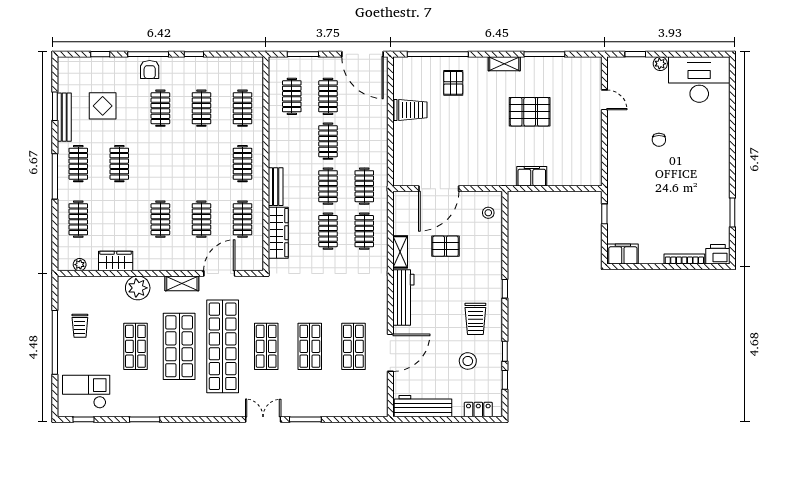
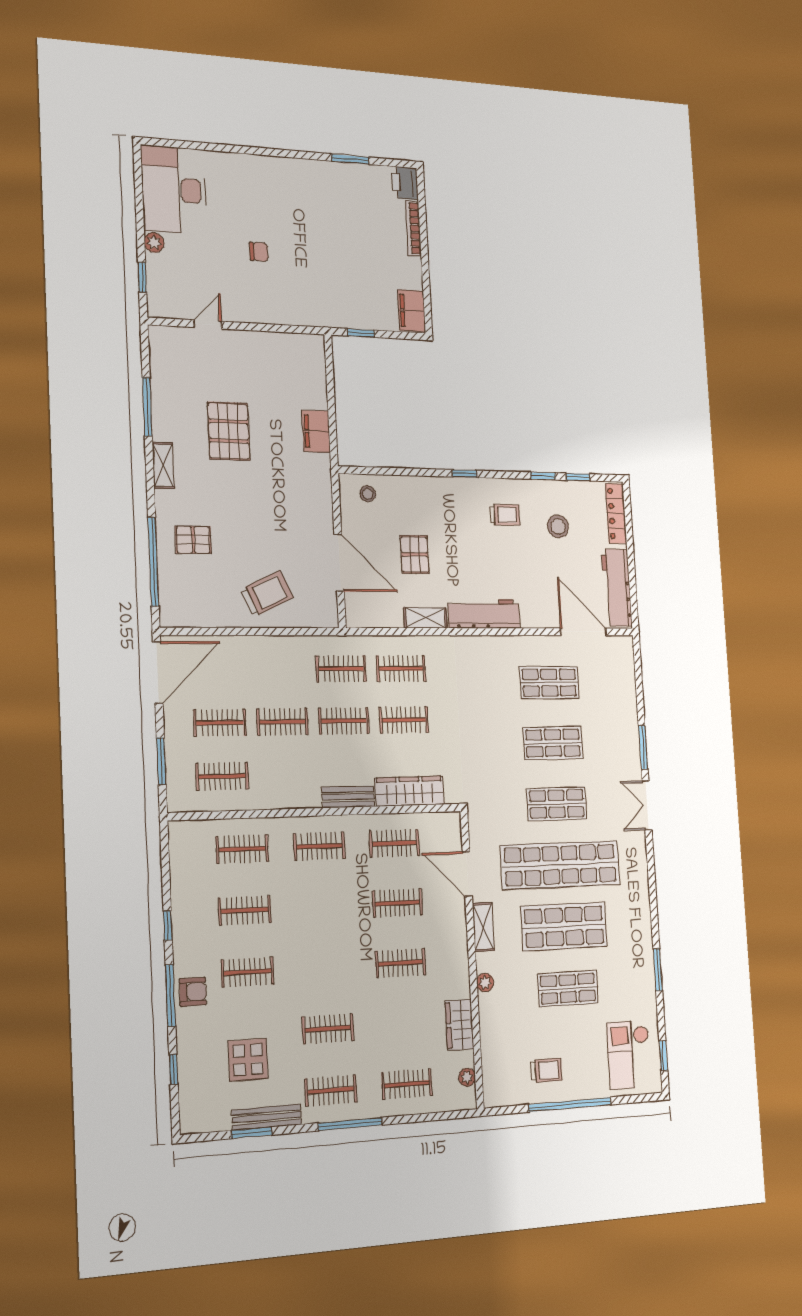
trolley: (411, 110) -> (267, 594), moved, turned 65
plant: (138, 288) -> (485, 983), width x0.53, depth x0.53
trolley: (475, 319) -> (505, 515), width x0.73, depth x0.72
door: (390, 353) -> (583, 632), moved
locker: (478, 409) -> (616, 514), width x1.53

